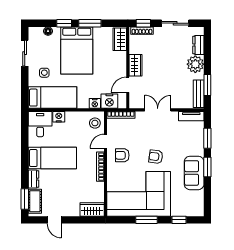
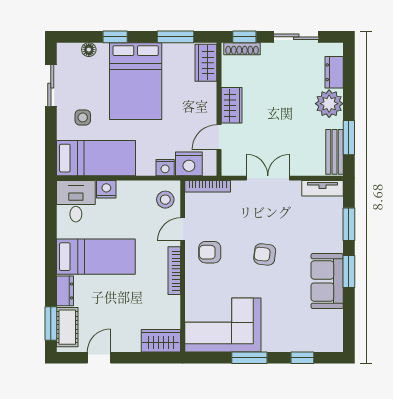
window: (90, 23) -> (176, 37), moved
corner sofa: (139, 194) -> (223, 325), width x0.73, depth x0.74
door: (54, 220) -> (99, 358), swing flipped

